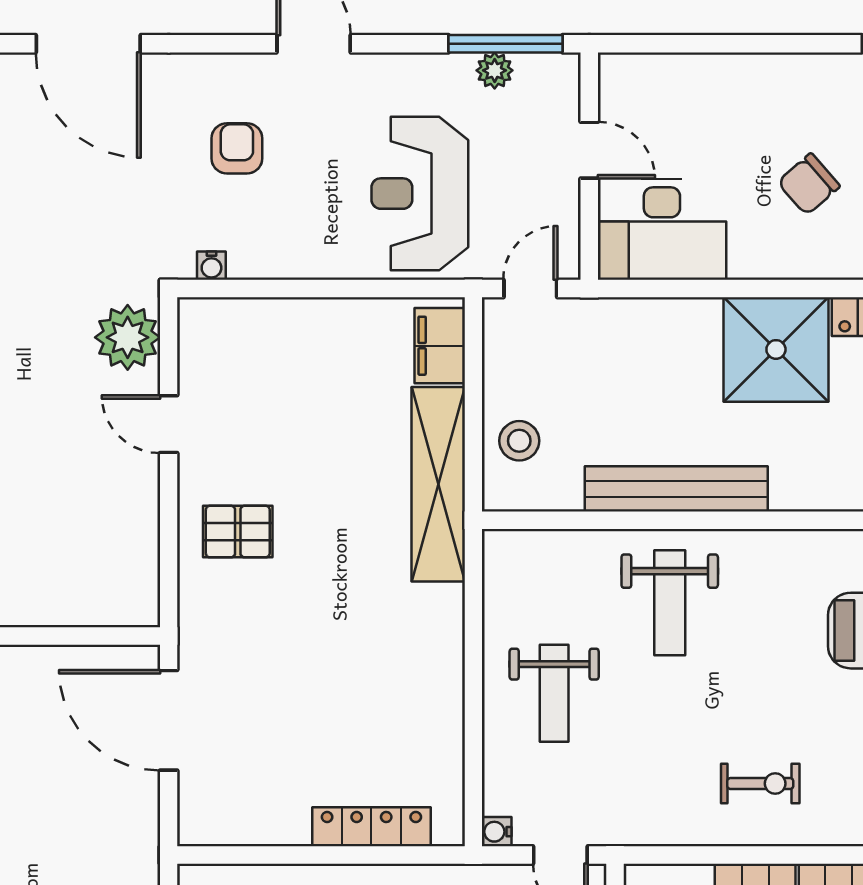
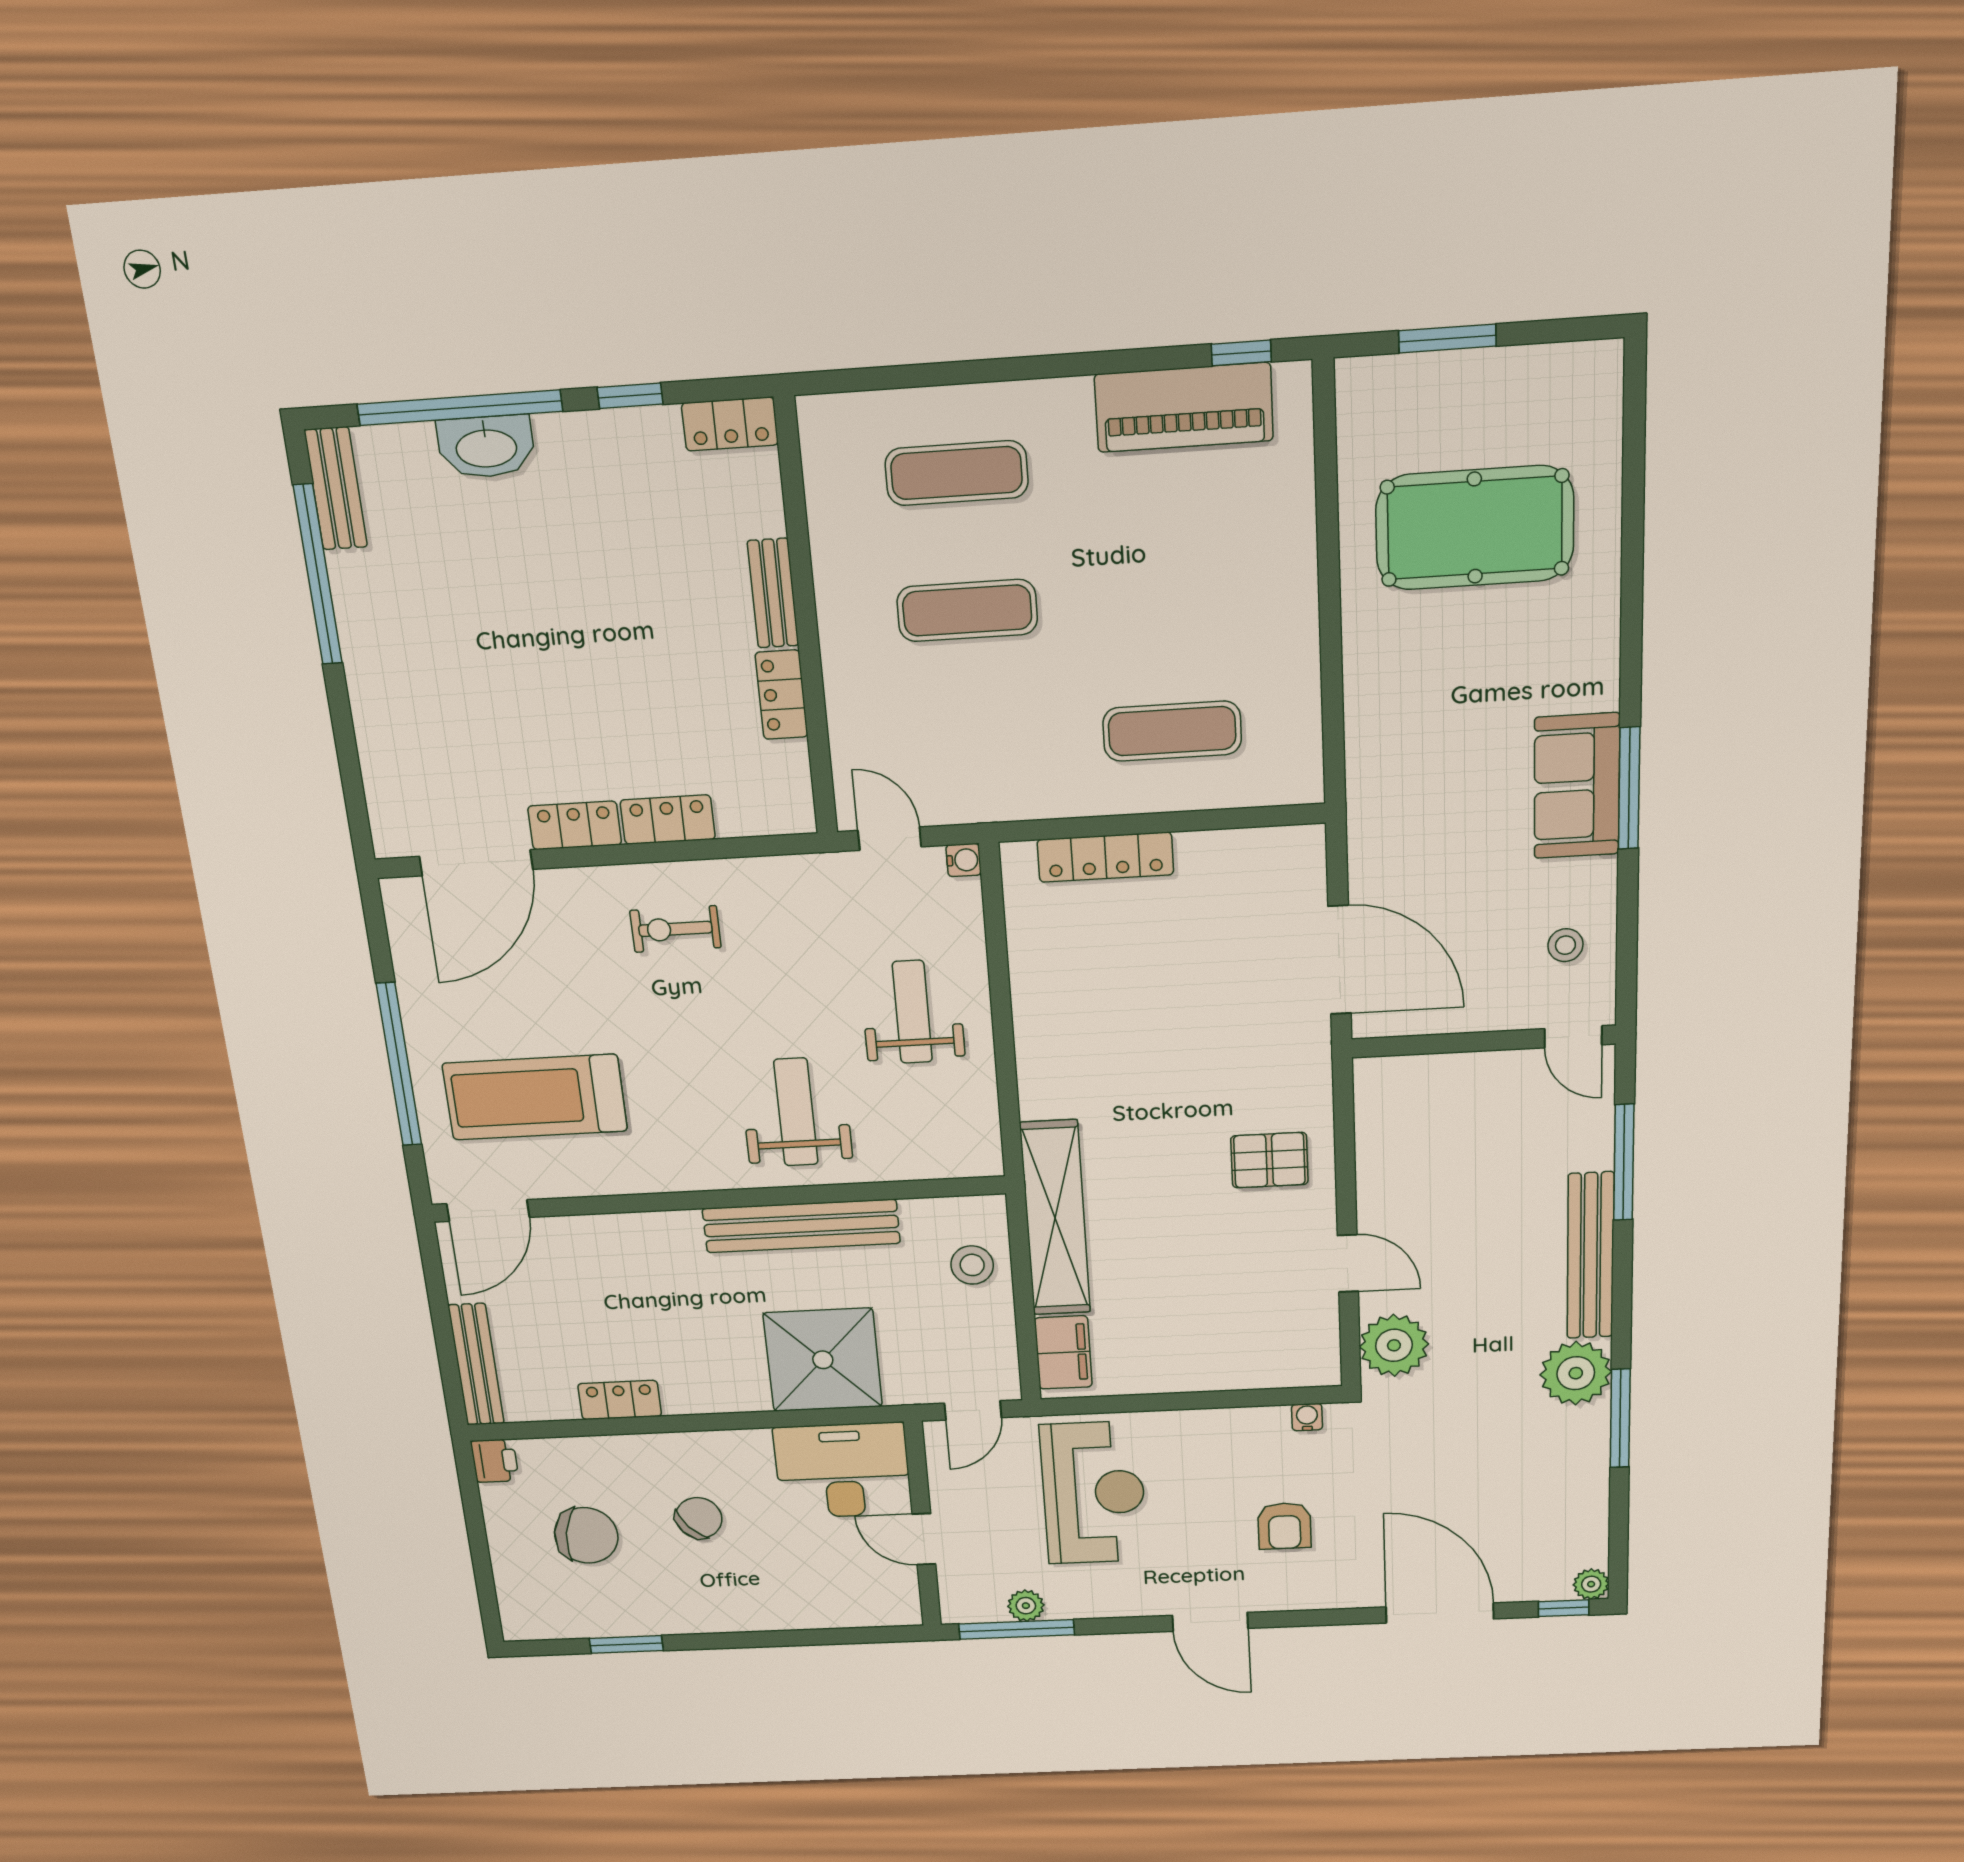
shower: (776, 349) -> (823, 1360), moved

